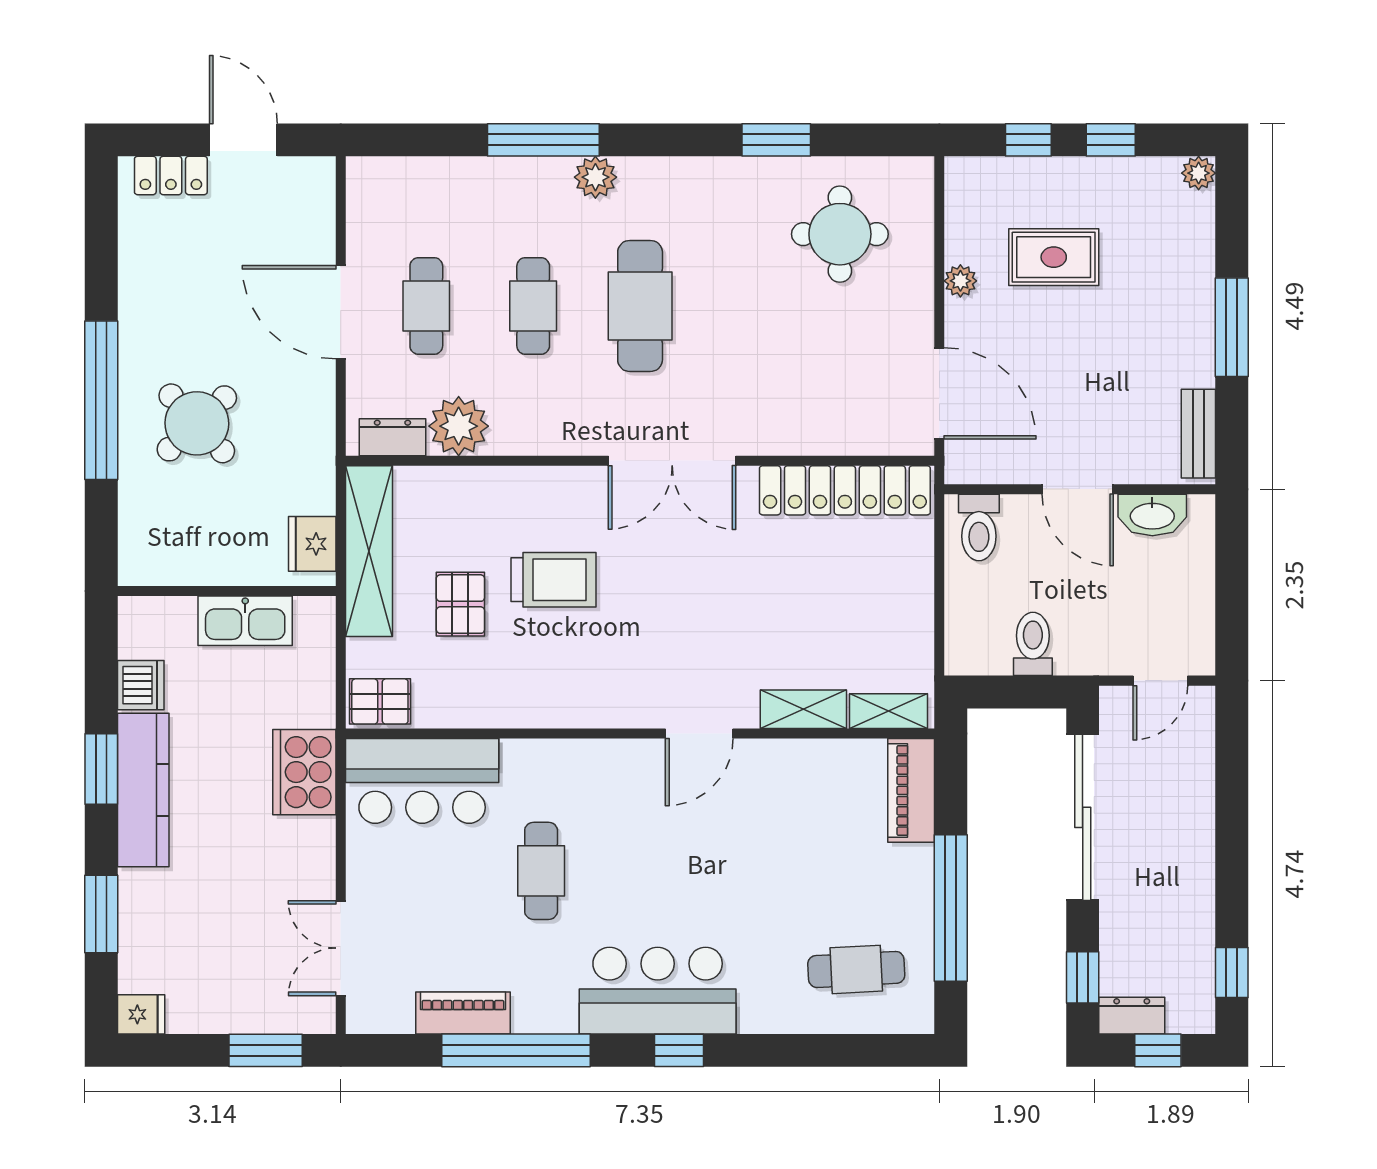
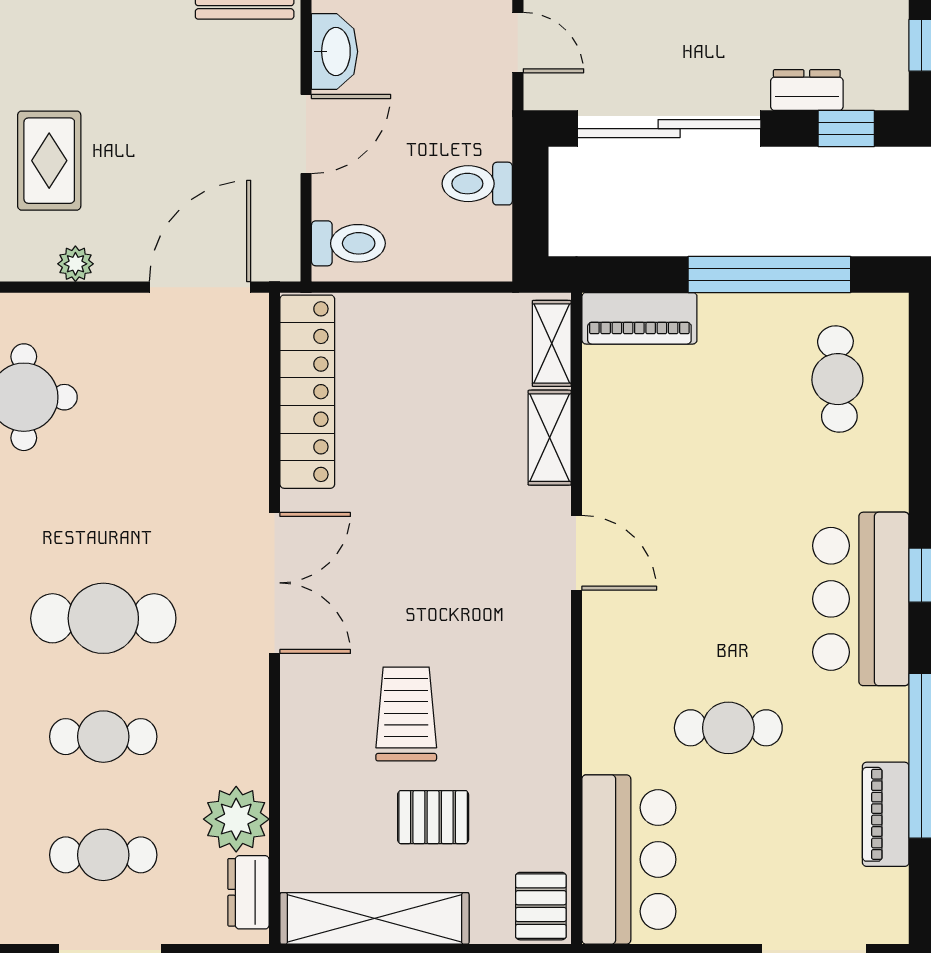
dresser: (1132, 1016) -> (807, 90), moved, turned 90

